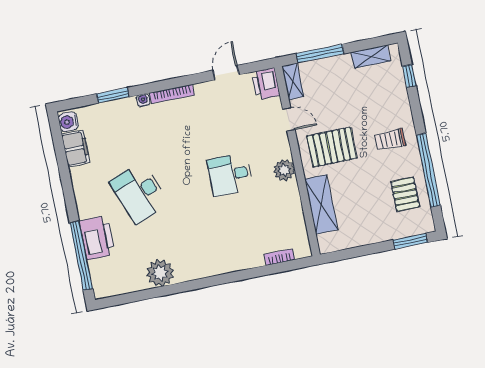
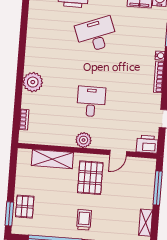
shelving: (293, 81) -> (144, 163), removed
pallet: (405, 194) -> (25, 207), moved, turned 90
plant: (160, 273) -> (33, 82), moved

